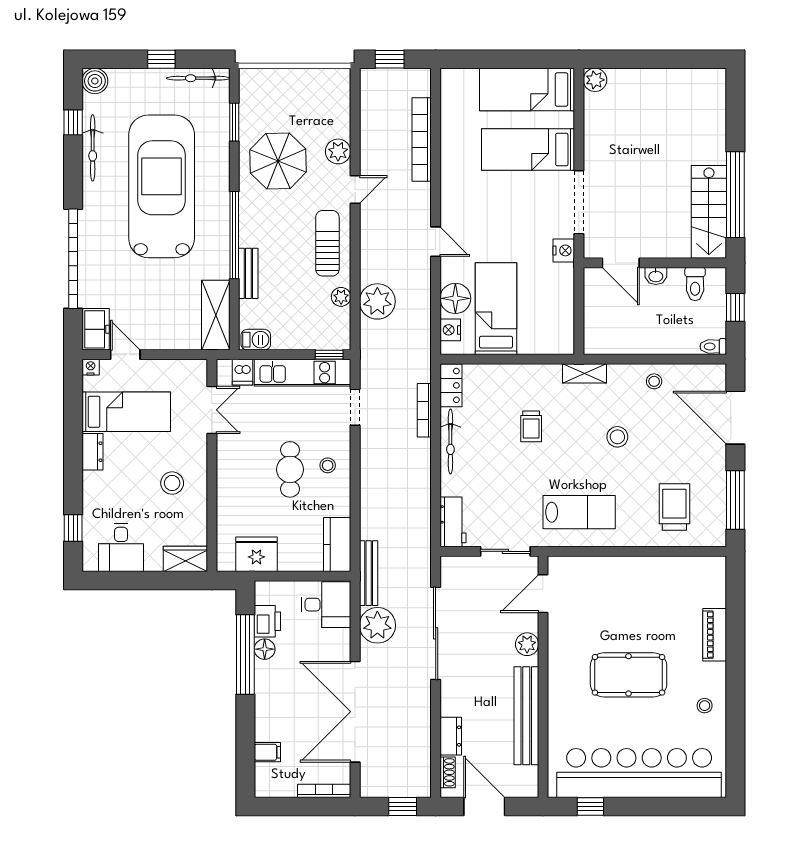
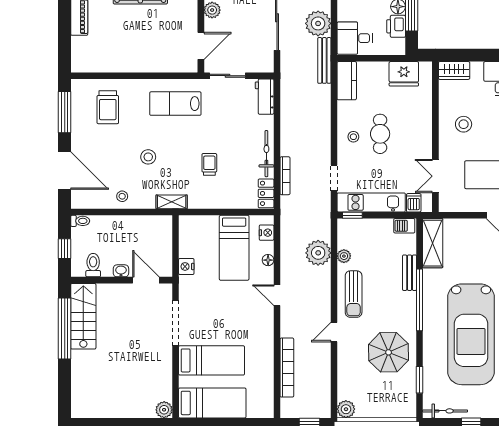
plant: (338, 151) -> (346, 409), moved
nightstand: (564, 250) -> (186, 266), moved
floor lamp: (455, 298) -> (268, 260), width x0.53, depth x0.53

